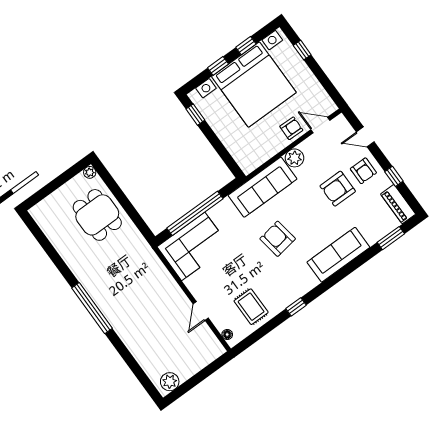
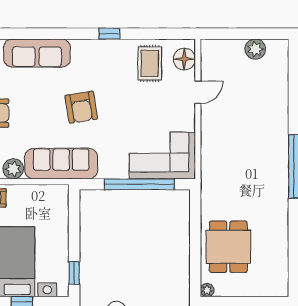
floor lamp: (227, 334) -> (184, 59), width x1.89, depth x1.89
plant: (170, 382) -> (255, 49), moved

